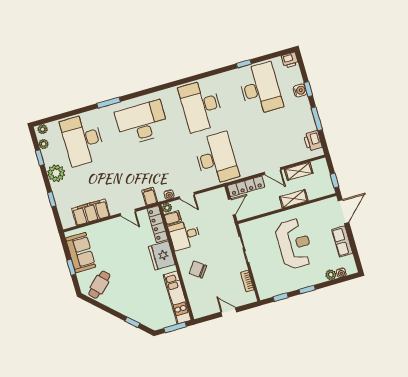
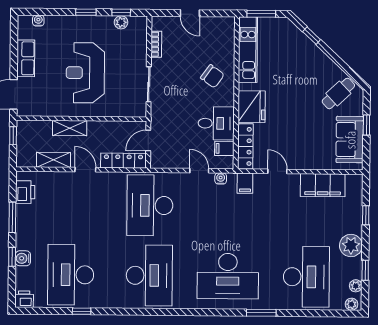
plant: (167, 208) -> (228, 163), removed
plant: (331, 275) -> (121, 22), moved

